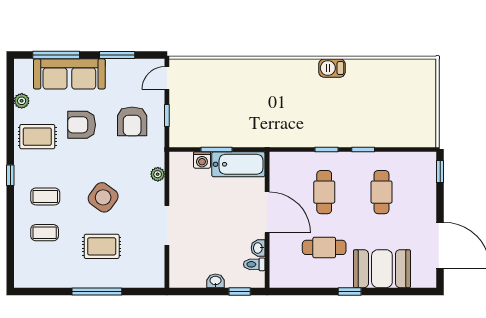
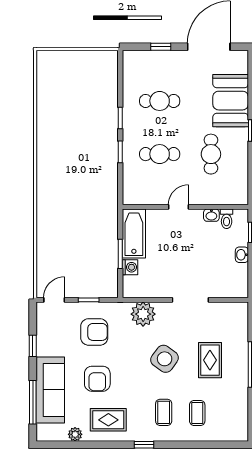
window: (117, 55) -> (33, 346), width x0.67
barbecue: (332, 68) -> (45, 147), removed
door: (167, 78) -> (54, 300), swing flipped
rug: (37, 137) -> (108, 420), turned 90
window: (440, 171) -> (161, 47), moved
plant: (158, 174) -> (143, 314), width x1.87, depth x1.87
door: (267, 212) -> (178, 207), width x0.53

